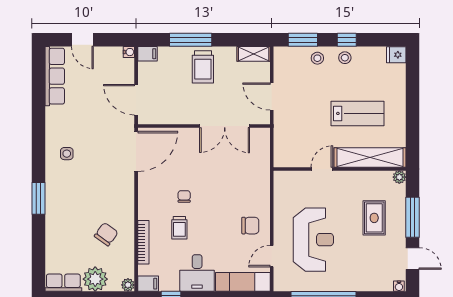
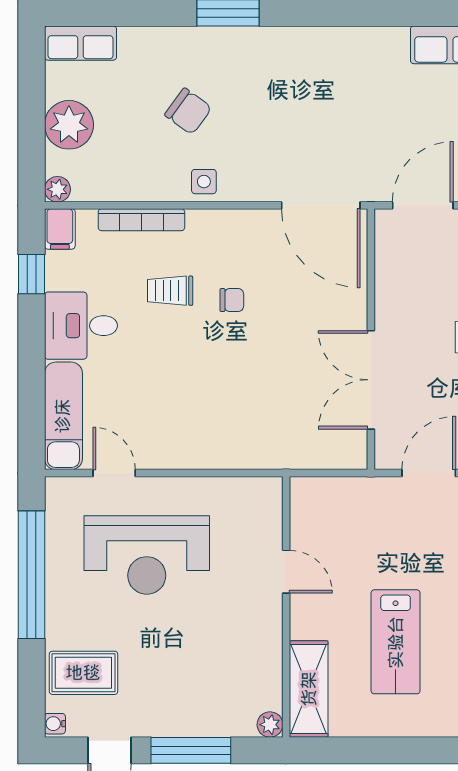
side table: (67, 154) -> (204, 182), moved
shelving: (370, 157) -> (309, 689), width x0.68
rug: (374, 218) -> (83, 673), moved
chair: (250, 226) -> (174, 431), removed
chair: (106, 234) -> (188, 111), moved
row of seats: (63, 283) -> (80, 43), moved, turned 90

